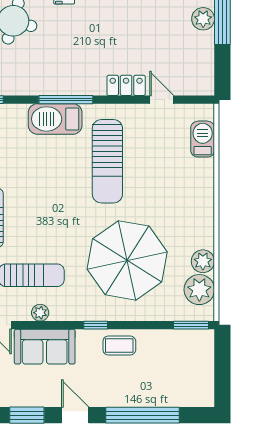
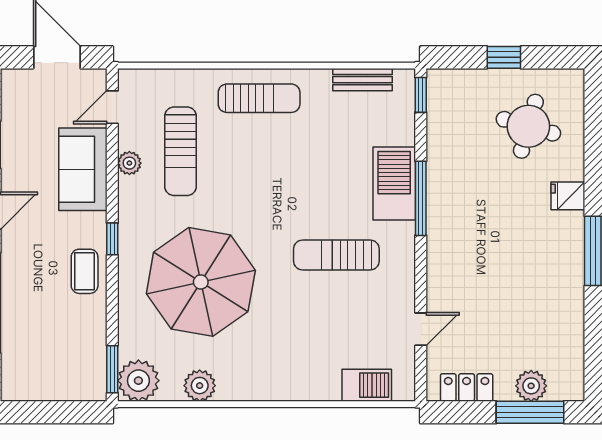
locker: (126, 85) -> (467, 387), moved, turned -90
sun lounger: (107, 161) -> (336, 255), width x0.73, depth x0.75
plant: (199, 290) -> (138, 381), moved

